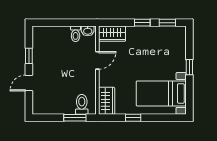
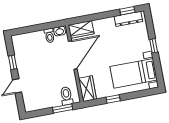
window: (142, 23) -> (106, 15), removed
dresser: (167, 32) -> (128, 19), added
door: (97, 60) -> (73, 55), width x1.88

